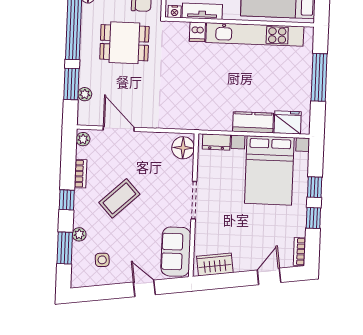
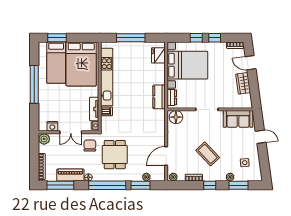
kitchen counter: (253, 122) -> (159, 97), moved
wardrobe: (215, 264) -> (243, 83), moved
door: (144, 288) -> (261, 137), swing flipped

